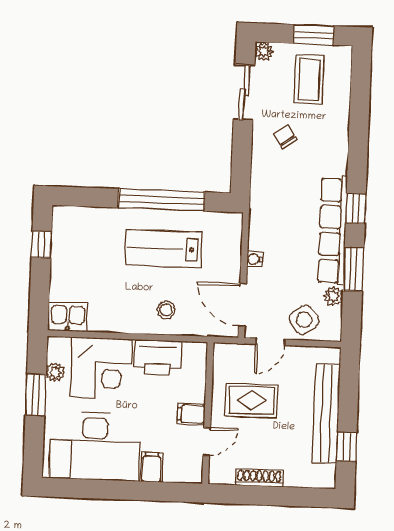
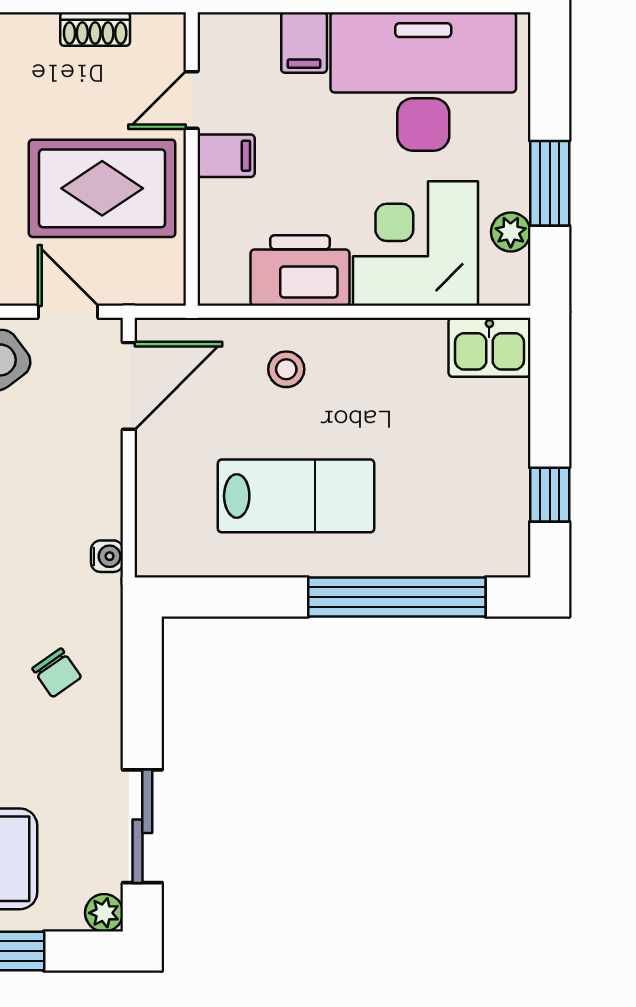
chair: (285, 136) -> (57, 673), moved
window: (161, 200) -> (397, 597), moved
water cooler: (255, 259) -> (107, 556), moved
door: (242, 305) -> (129, 386), hinge flipped
door: (270, 342) -> (68, 312), hinge flipped
rug: (252, 401) -> (102, 188), width x1.36, depth x1.43
shoe rack: (259, 478) -> (95, 29), width x0.70

